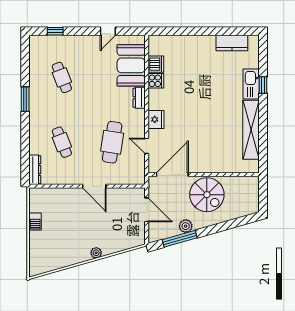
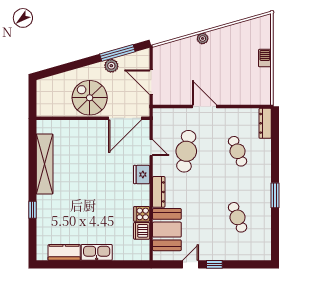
window: (55, 31) -> (214, 264), moved
kitchen sink: (251, 84) -> (97, 252), moved, turned -90
dresser: (139, 98) -> (159, 192), width x1.44
barbecue: (35, 222) -> (265, 58), moved

